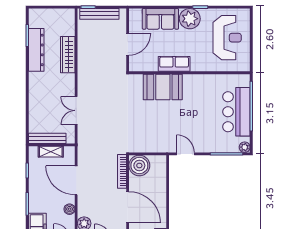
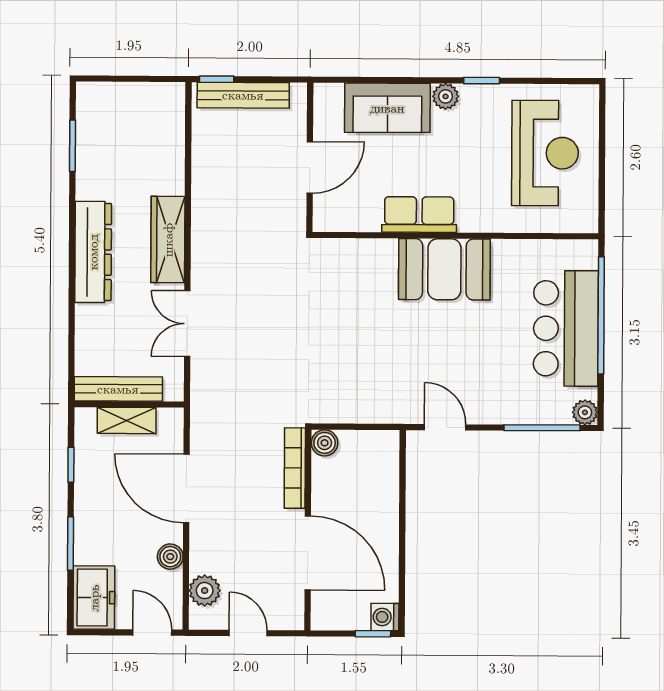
plant: (190, 19) -> (446, 96), width x0.53, depth x0.53
dresser: (36, 50) -> (93, 252), moved
wardrobe: (68, 55) -> (168, 240), moved
booth: (163, 87) -> (444, 269), moved
boiler: (139, 165) -> (325, 443), width x0.54, depth x0.54

